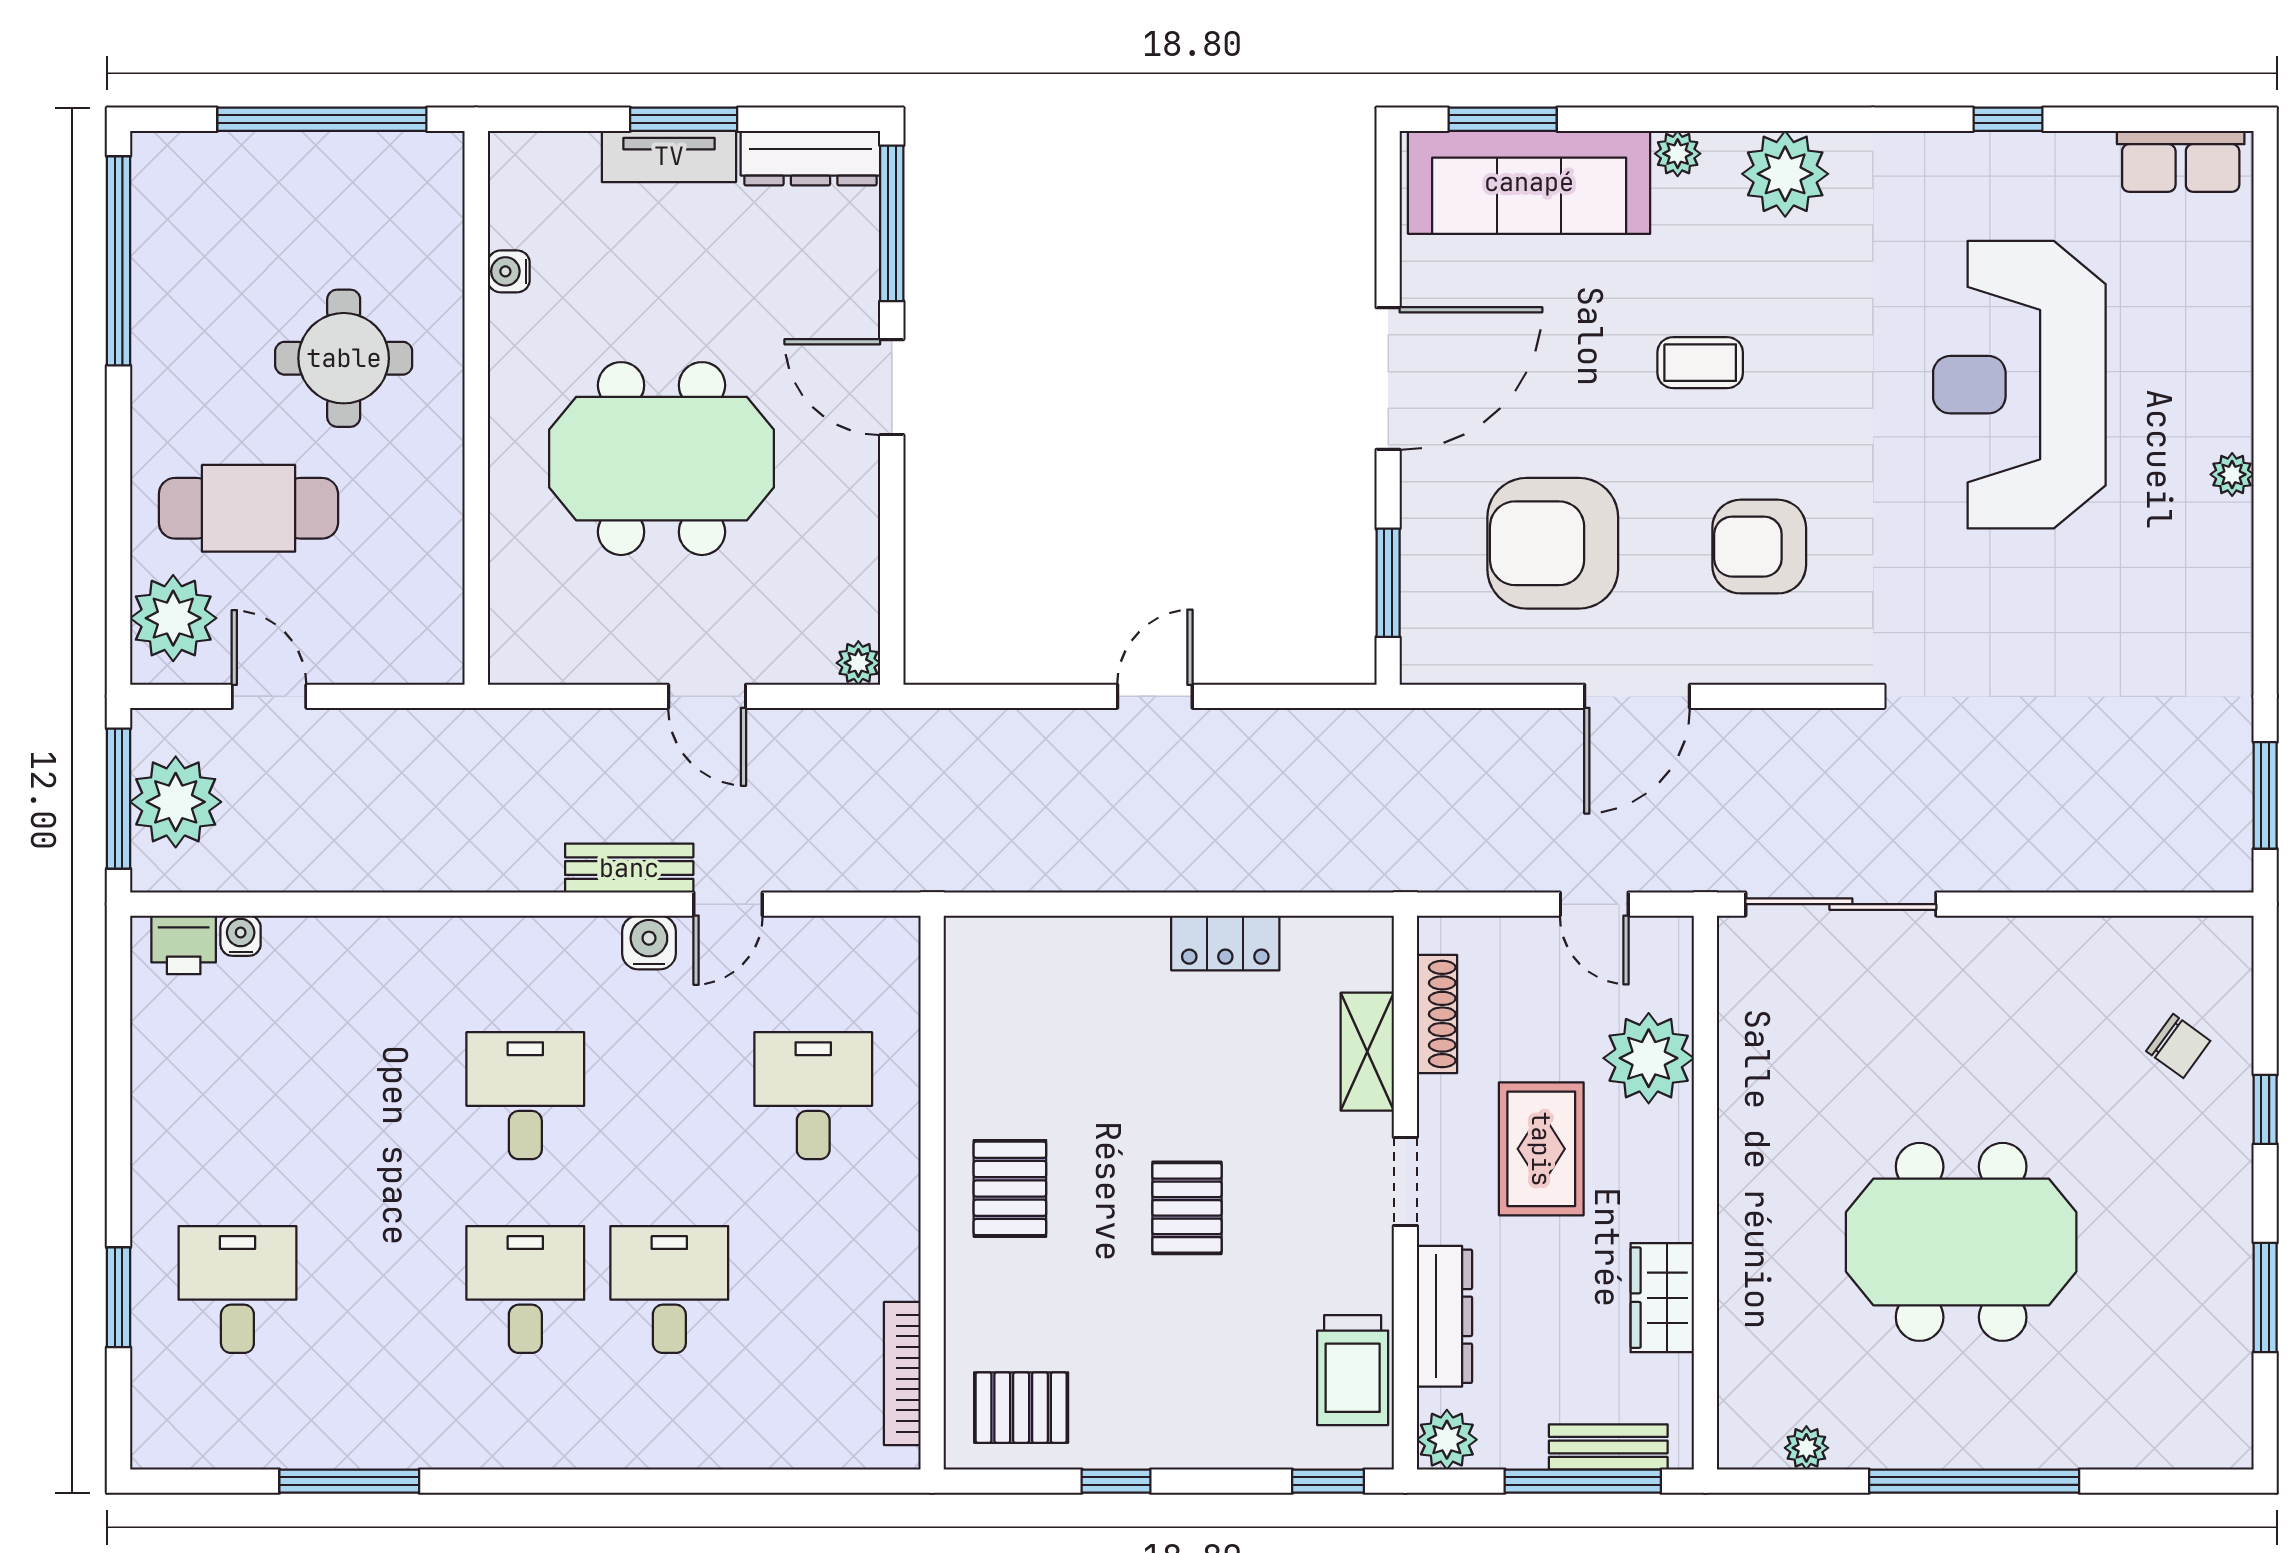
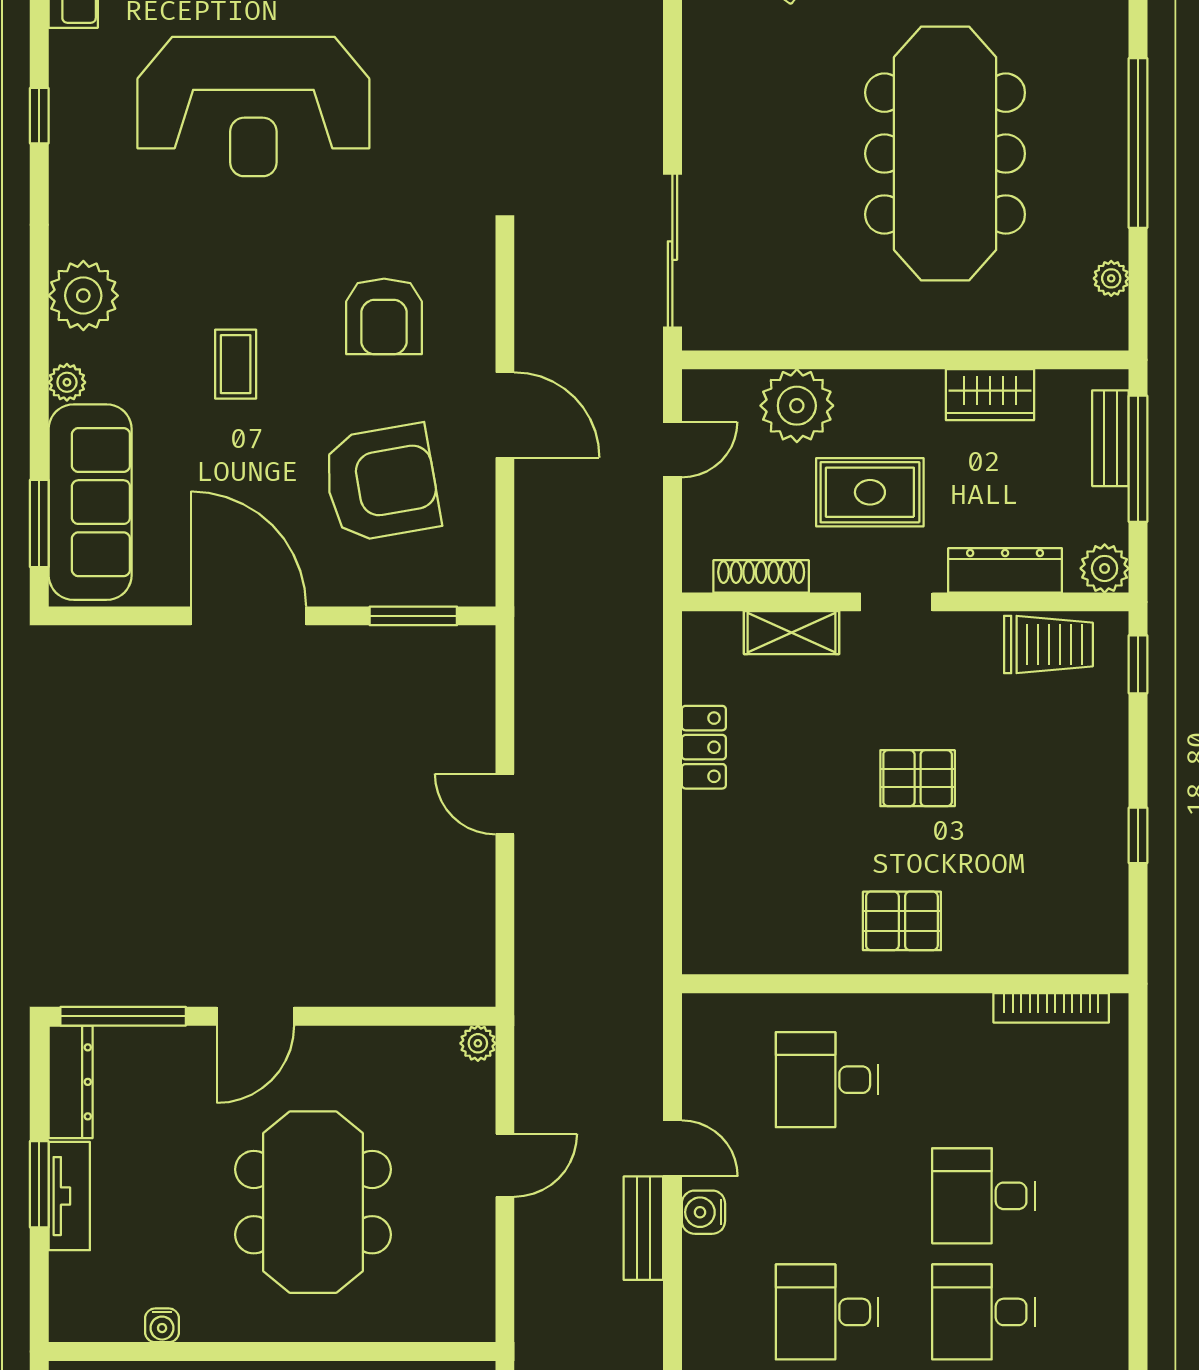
armchair: (1553, 543) -> (381, 483), turned -100
meeting table: (1961, 1242) -> (945, 154), width x1.36
pallet: (1021, 1408) -> (1079, 912), removed

